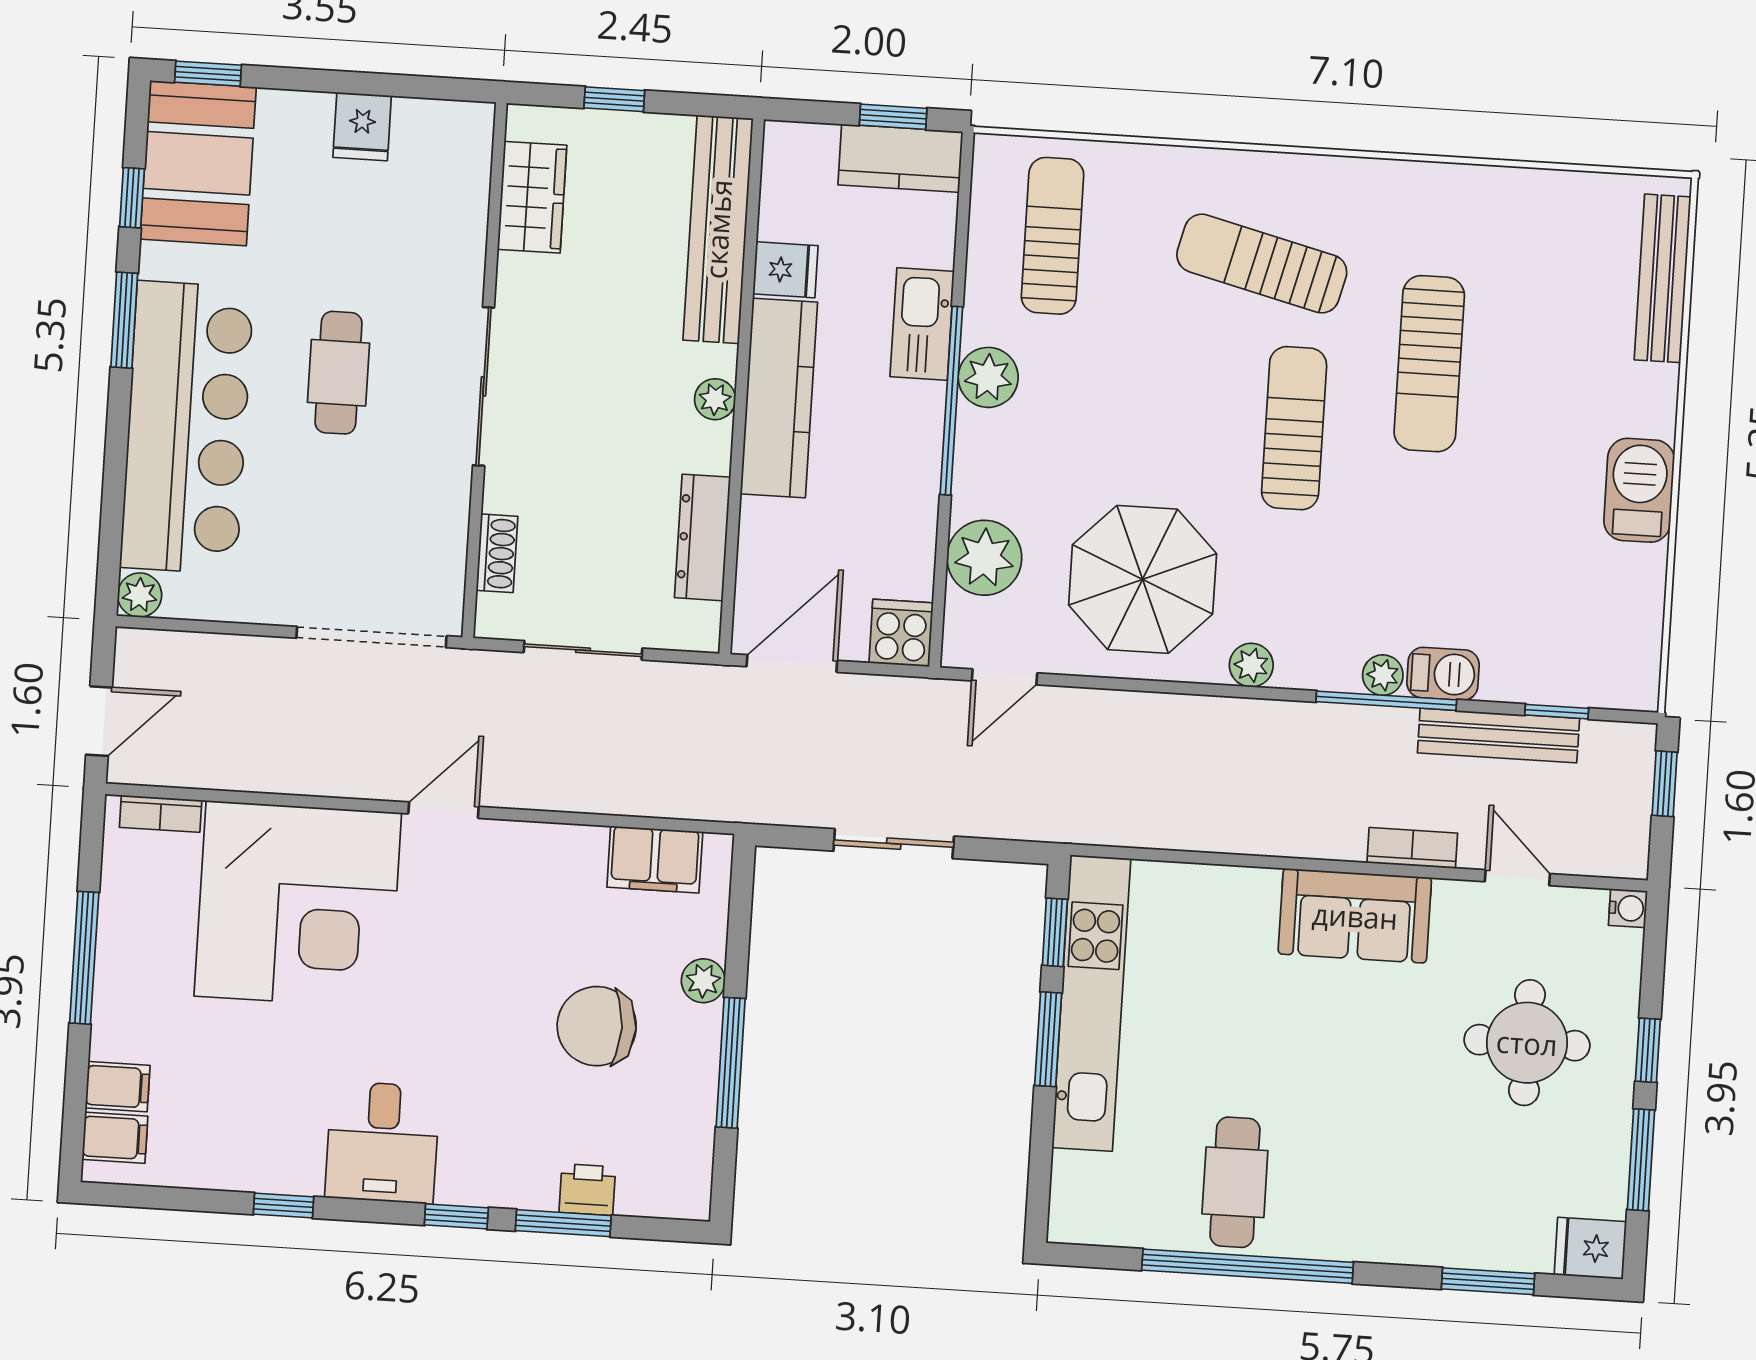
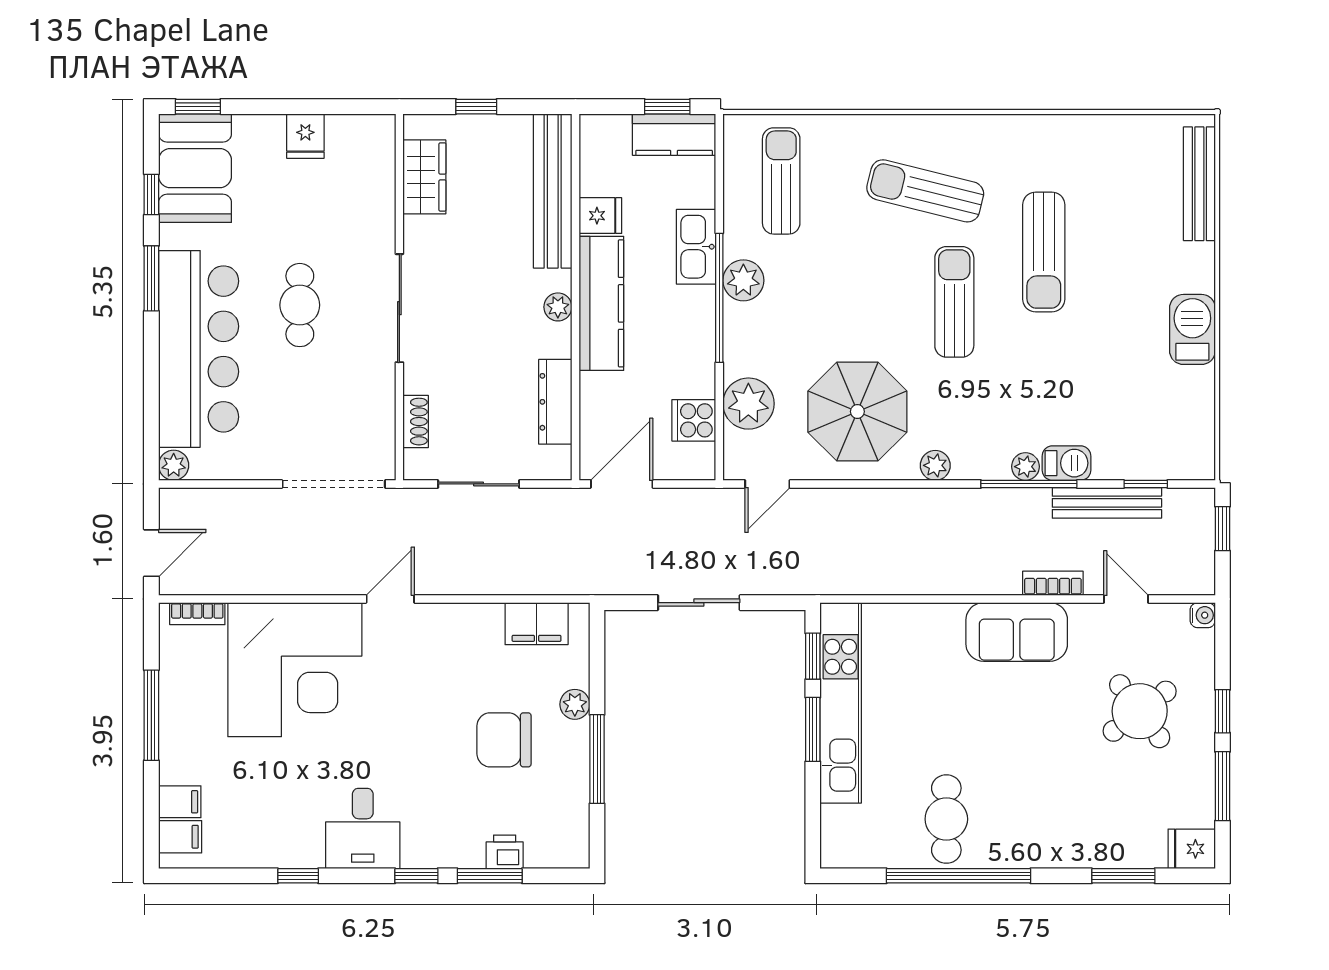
cooker: (901, 633) -> (694, 420), moved, turned -90
round table: (1527, 1043) -> (1140, 711), turned -37

